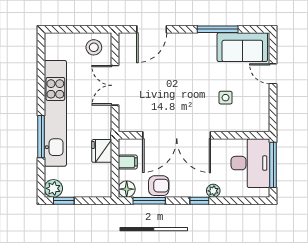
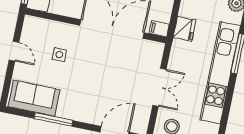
door: (273, 74) -> (14, 51), moved
filing cabinet: (128, 162) -> (159, 29), moved

